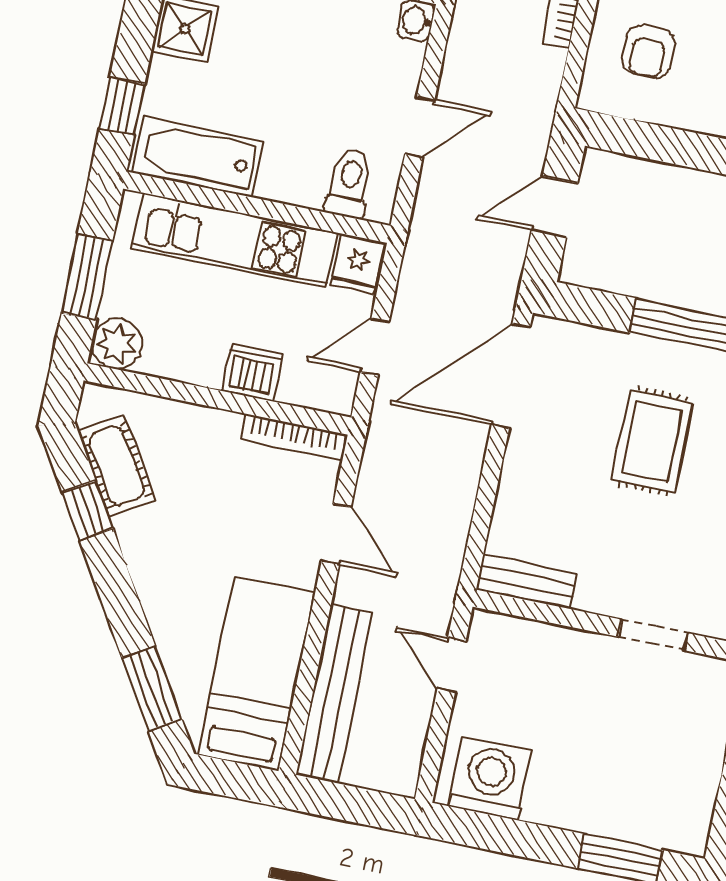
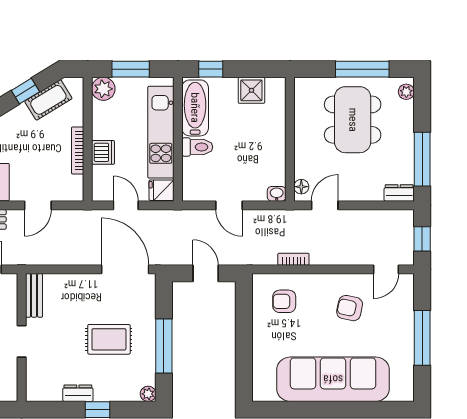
toilet: (349, 183) -> (197, 147), moved
bookcase: (294, 437) -> (78, 150), moved
doorway: (653, 635) -> (22, 341), moved

